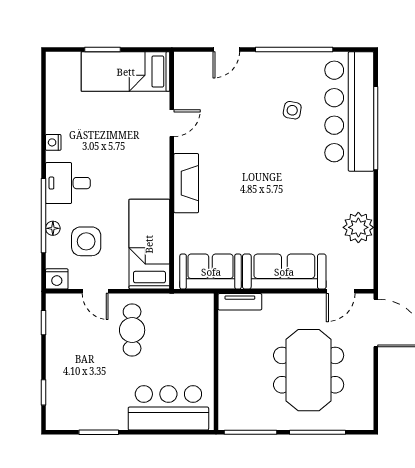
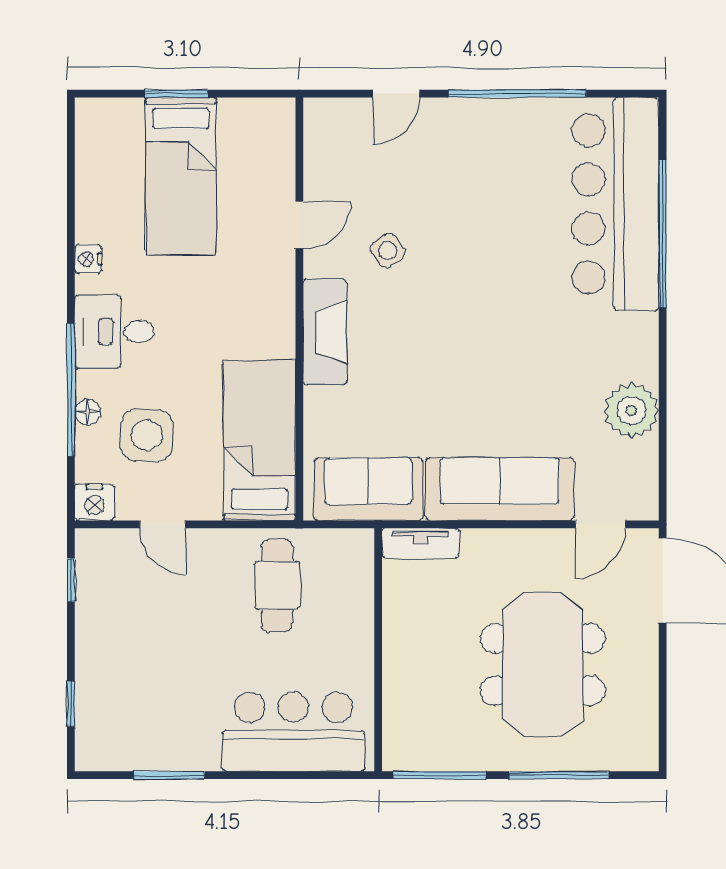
bed: (126, 72) -> (181, 176), moved, turned -90
side table: (292, 110) -> (388, 250), moved, turned 45
cafe table: (132, 330) -> (277, 585), moved

